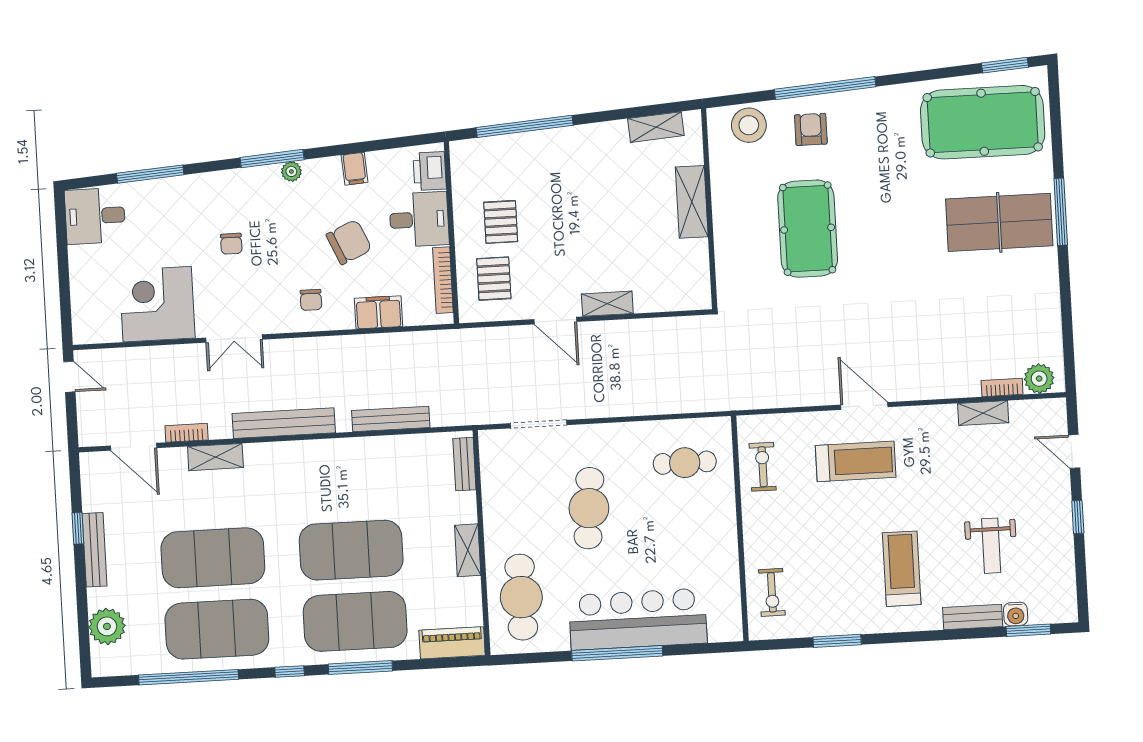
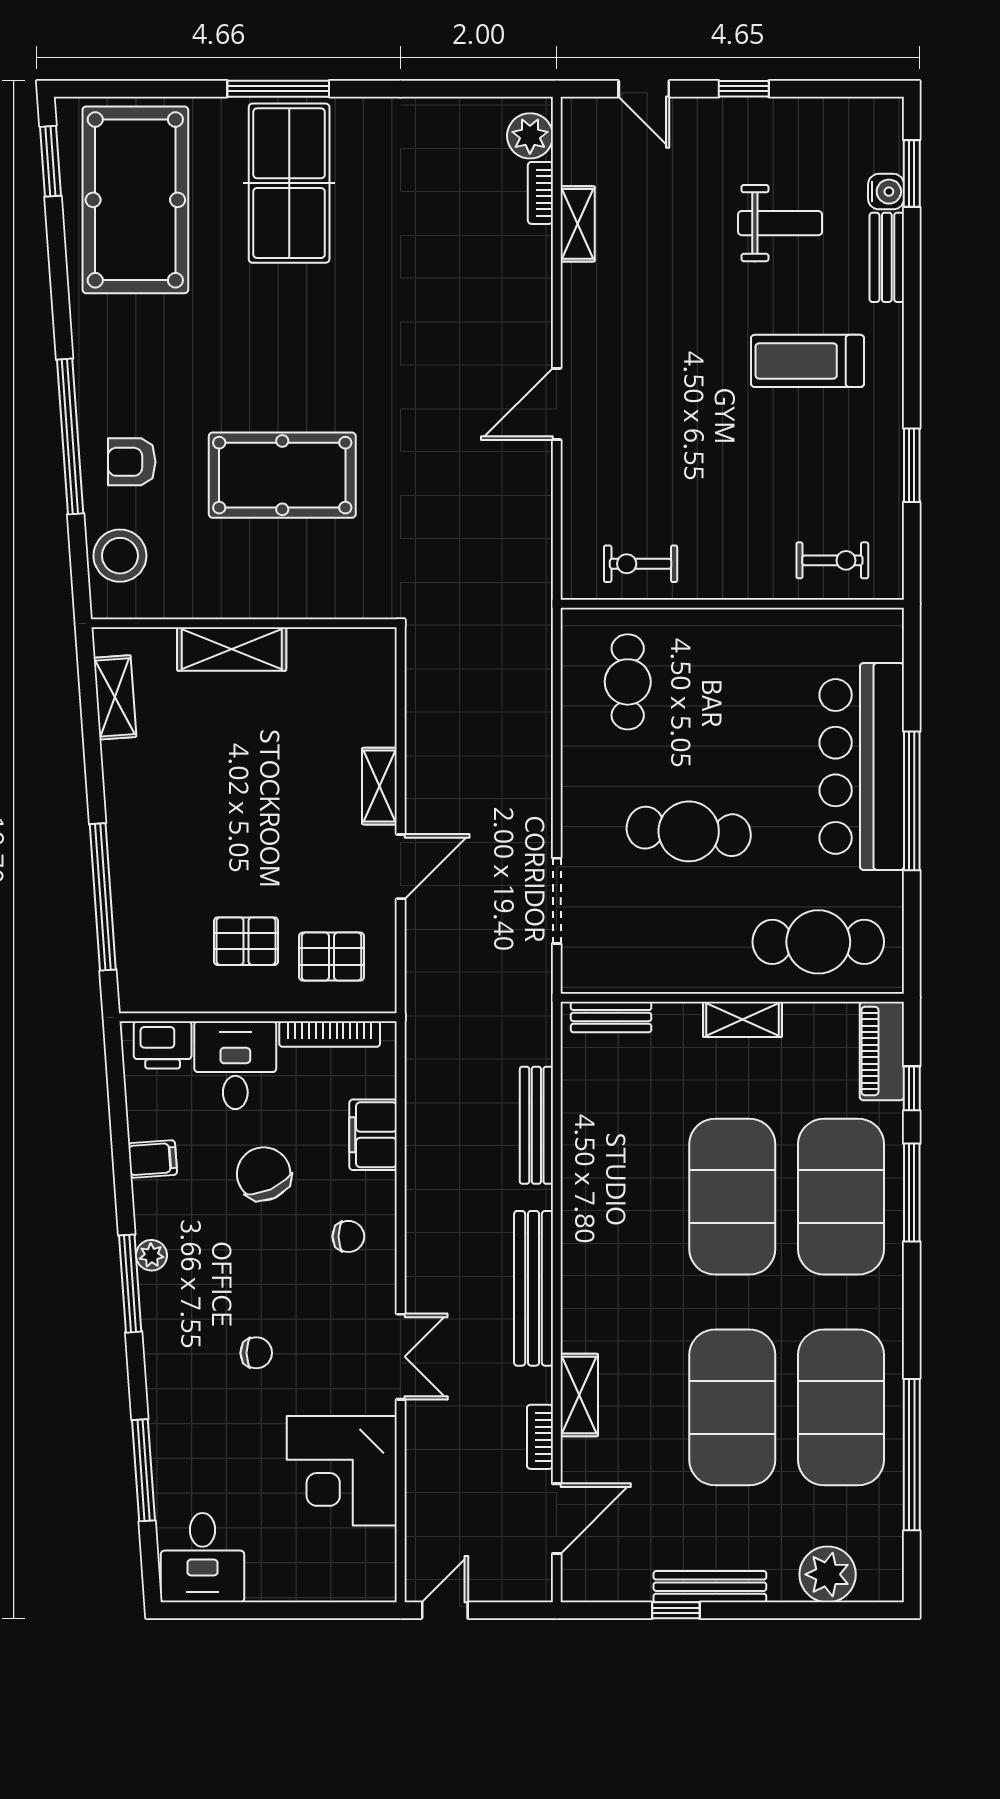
door: (1074, 451) -> (644, 89), hinge flipped
treadmill: (856, 461) -> (640, 422), removed
window: (290, 672) -> (912, 1088), moved

